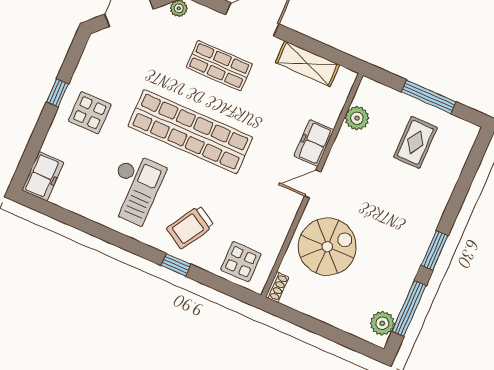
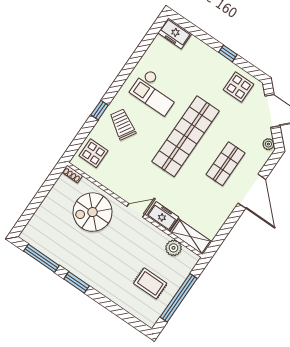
shelving: (307, 64) -> (191, 237), moved, turned 90
window: (429, 97) -> (179, 298), width x1.46
display table: (90, 113) -> (239, 87), moved
door: (313, 184) -> (136, 210), hinge flipped
spiral stairs: (327, 247) -> (93, 212), turned 90
plant: (382, 323) -> (35, 239), removed

